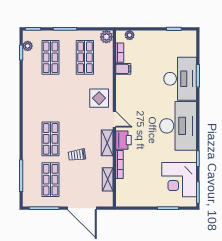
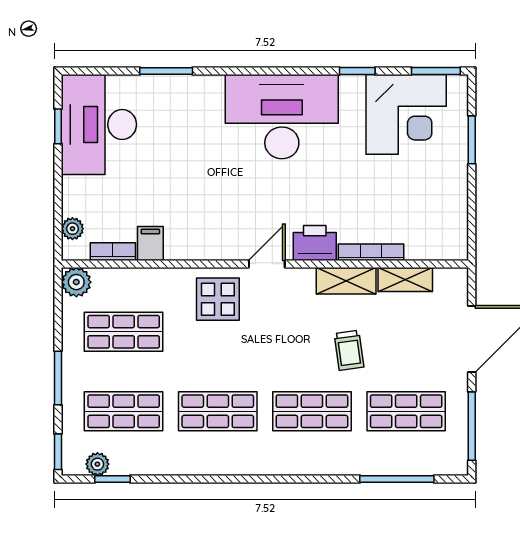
desk: (180, 79) -> (99, 125), moved, turned -90
shop shelf: (51, 98) -> (218, 411), added
shelving: (107, 143) -> (346, 281), moved

